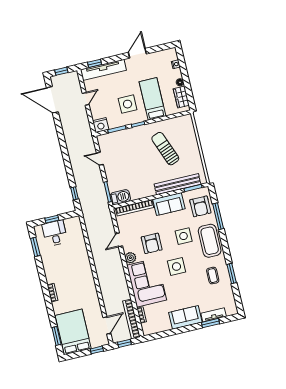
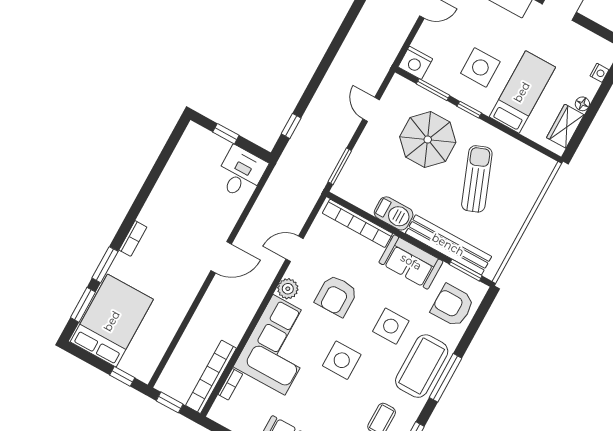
parasol: (132, 151) -> (428, 140), added
barbecue: (120, 197) -> (394, 213), moved
armchair: (200, 206) -> (453, 306), turned 90
window: (218, 216) -> (445, 378), moved
desk: (55, 233) -> (241, 173), moved
window: (35, 247) -> (105, 265), moved
door: (107, 325) -> (221, 257), moved

